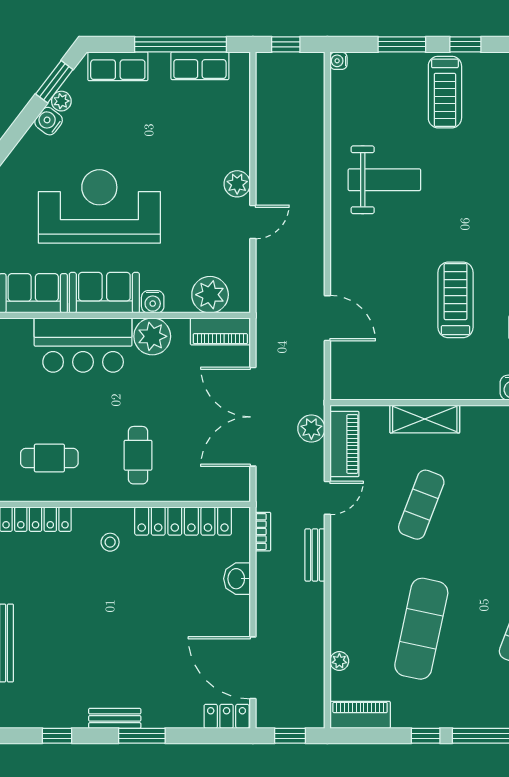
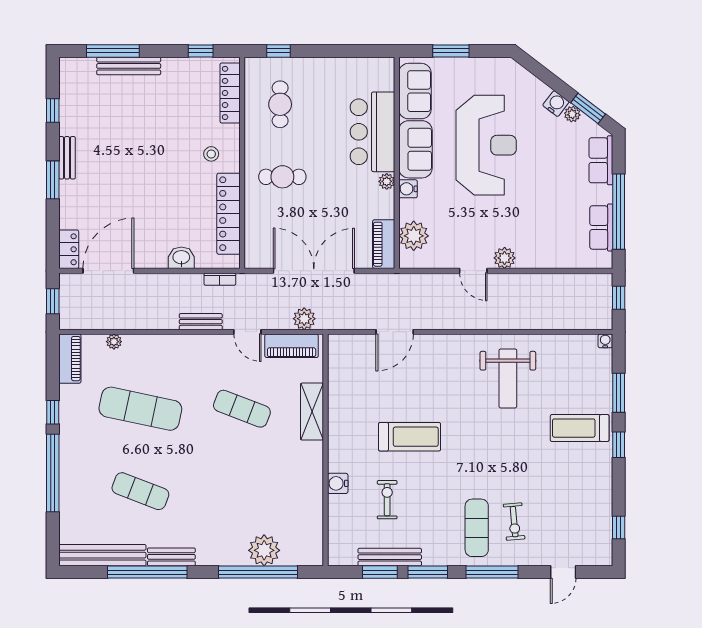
plant: (152, 336) -> (387, 181), width x0.53, depth x0.53

